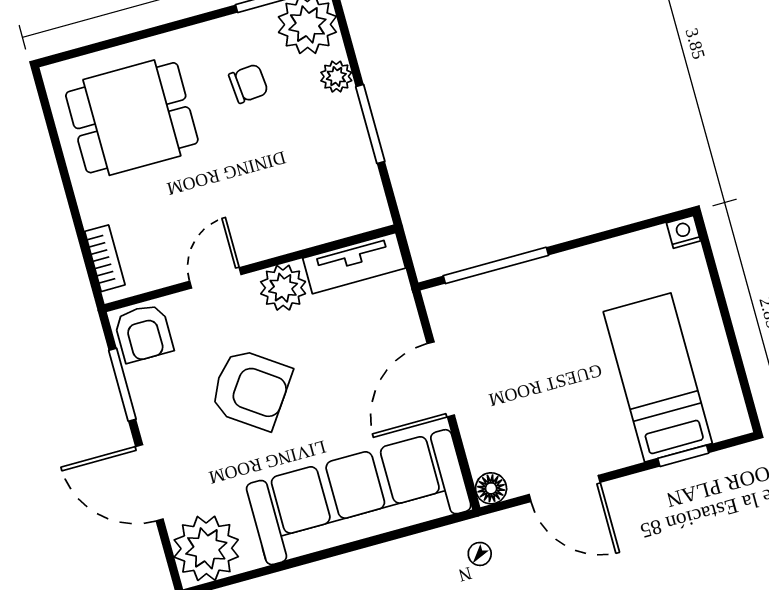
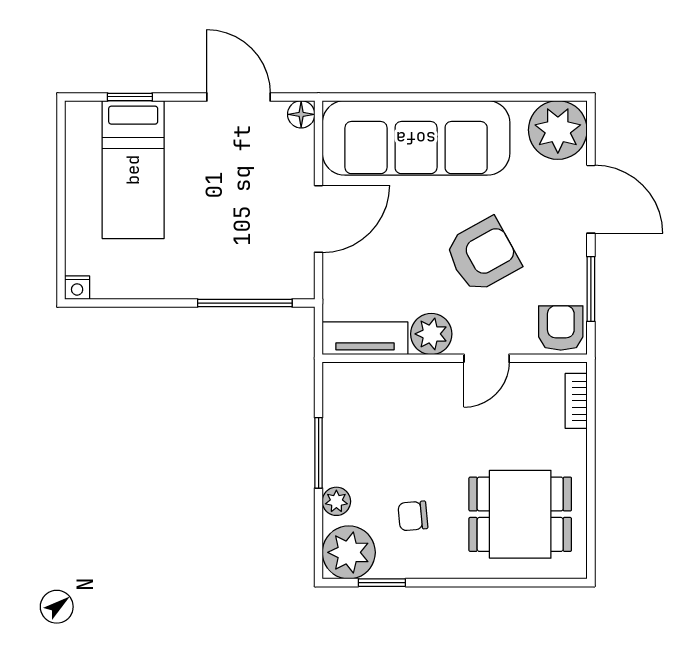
armchair: (251, 389) -> (483, 255), turned 116

